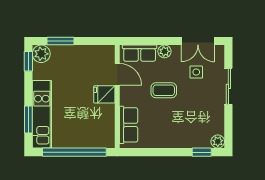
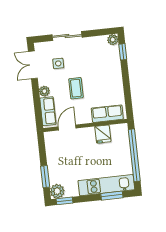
double door: (198, 41) -> (33, 65), swing flipped
fridge: (104, 94) -> (103, 134), moved

